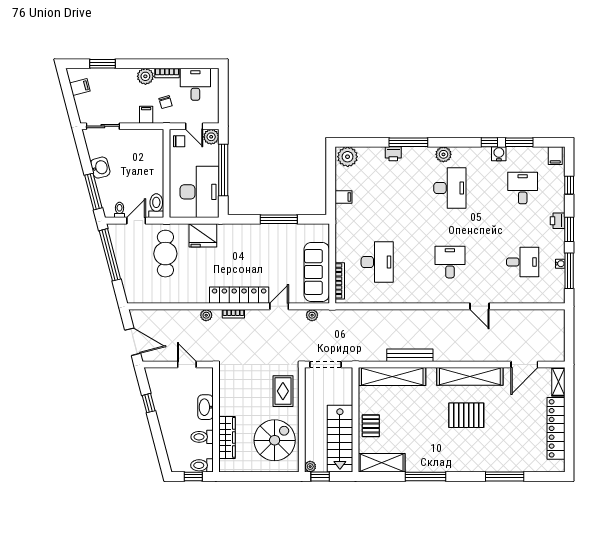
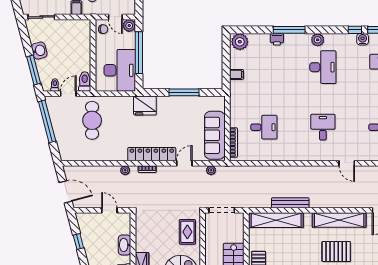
fridge: (203, 235) -> (145, 106), moved
desk: (377, 262) -> (264, 127), width x0.73

